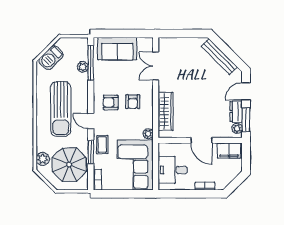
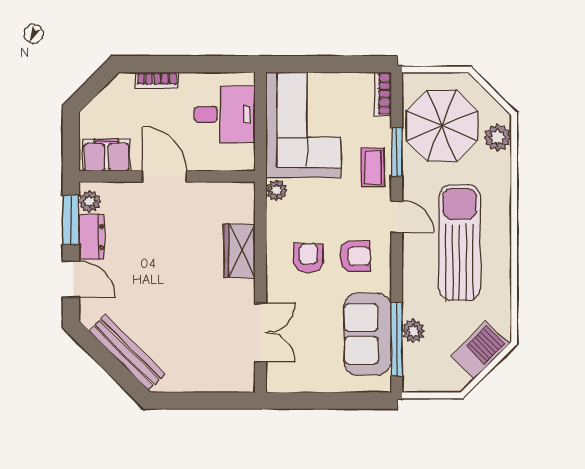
sofa: (117, 49) -> (368, 334), moved, turned -90
door: (246, 91) -> (71, 279), hinge flipped
wardrobe: (166, 111) -> (240, 251), width x0.67

